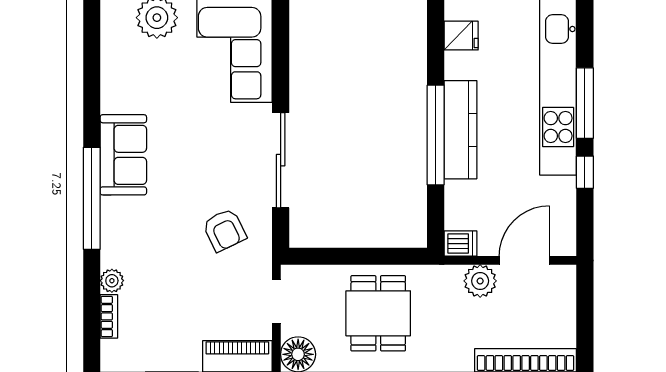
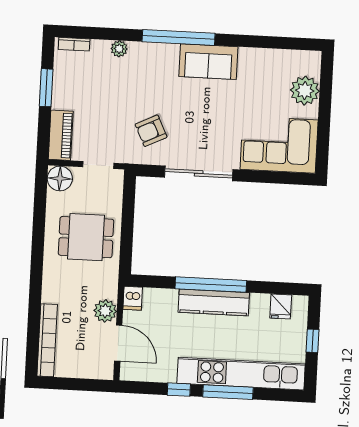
bookcase: (109, 316) -> (74, 44), moved

